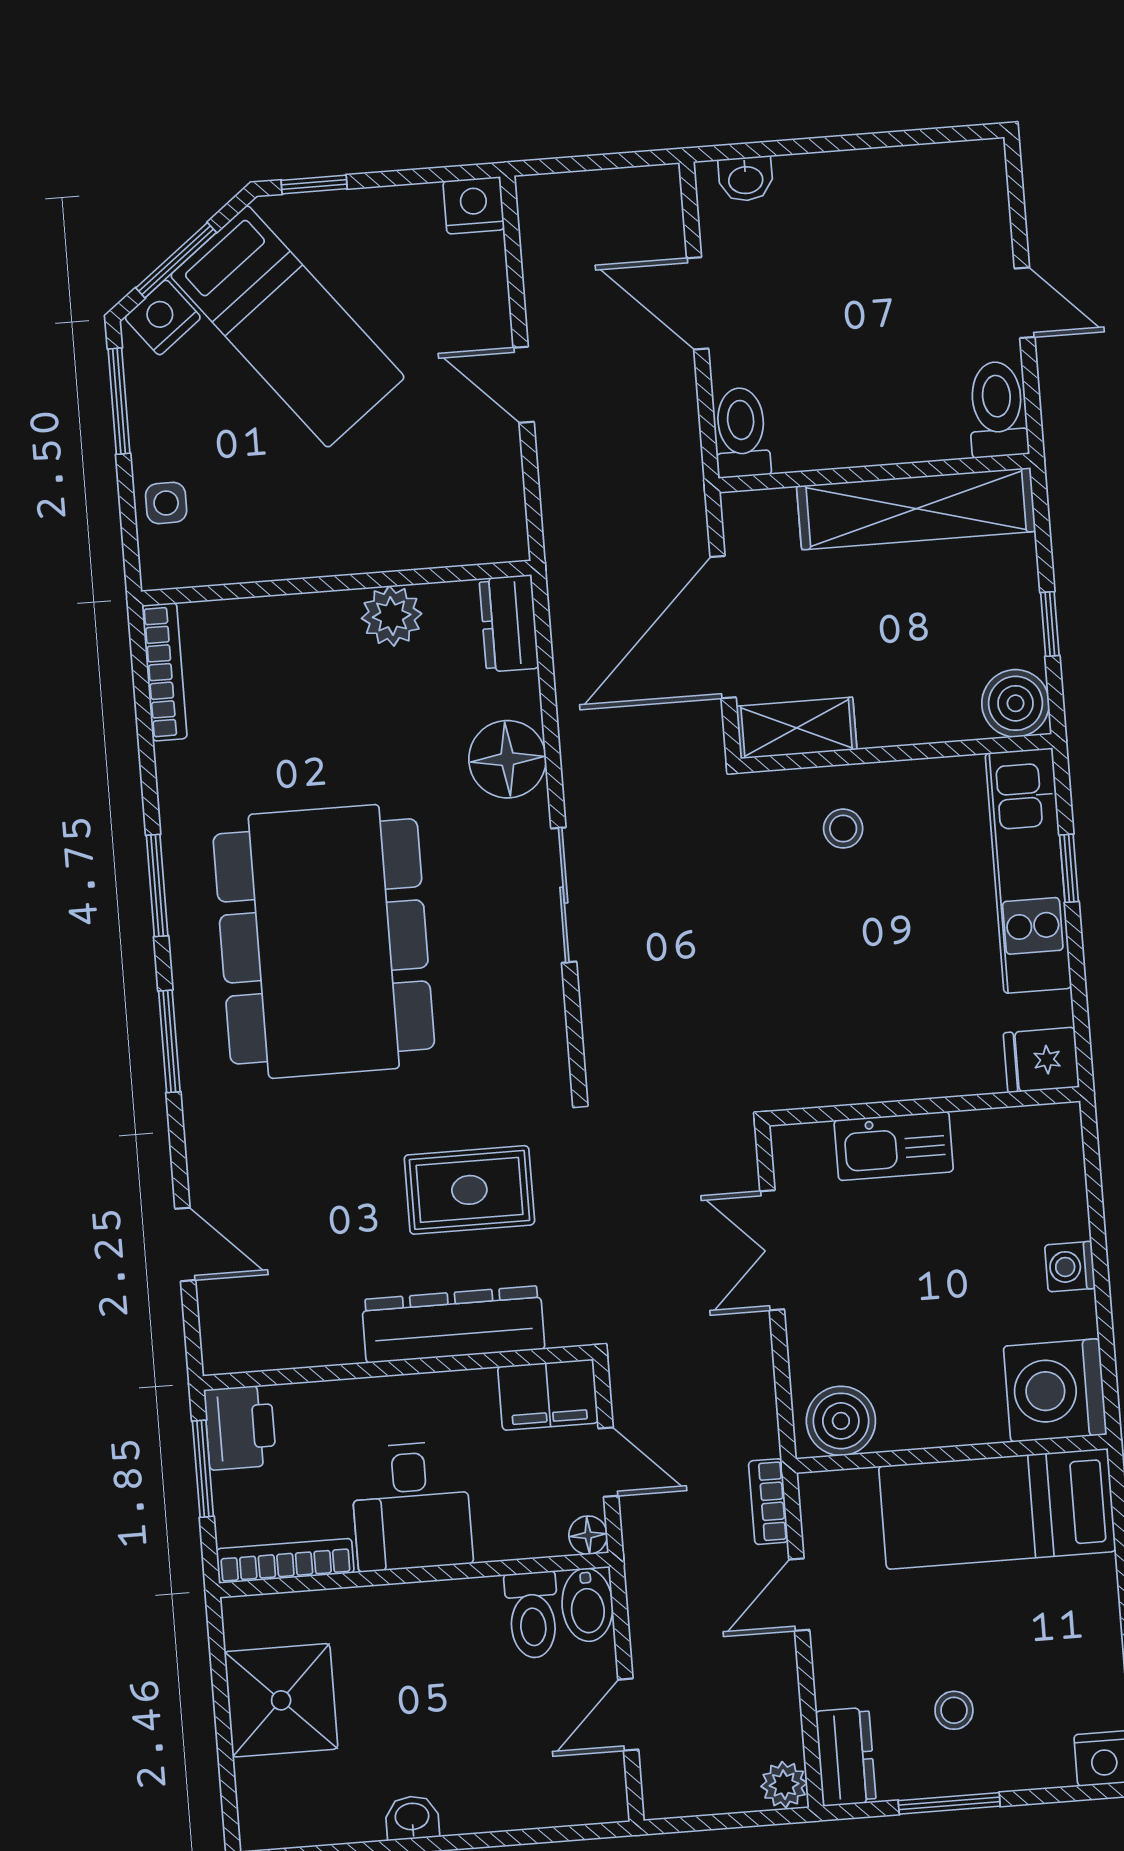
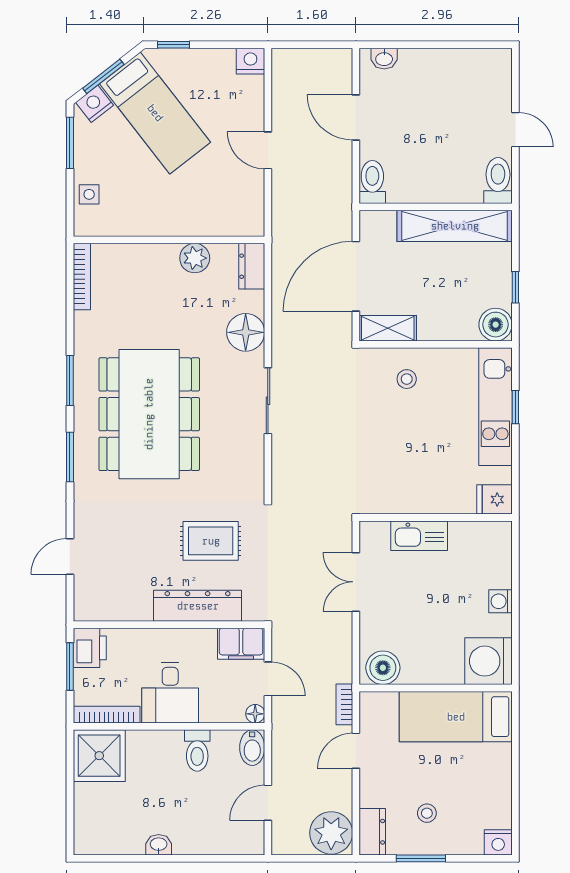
door: (185, 1244) -> (70, 557), swing flipped
toilet: (532, 1615) -> (197, 751), moved
shower: (281, 1700) -> (99, 756), moved
plant: (784, 1785) -> (331, 833), width x1.88, depth x1.88

